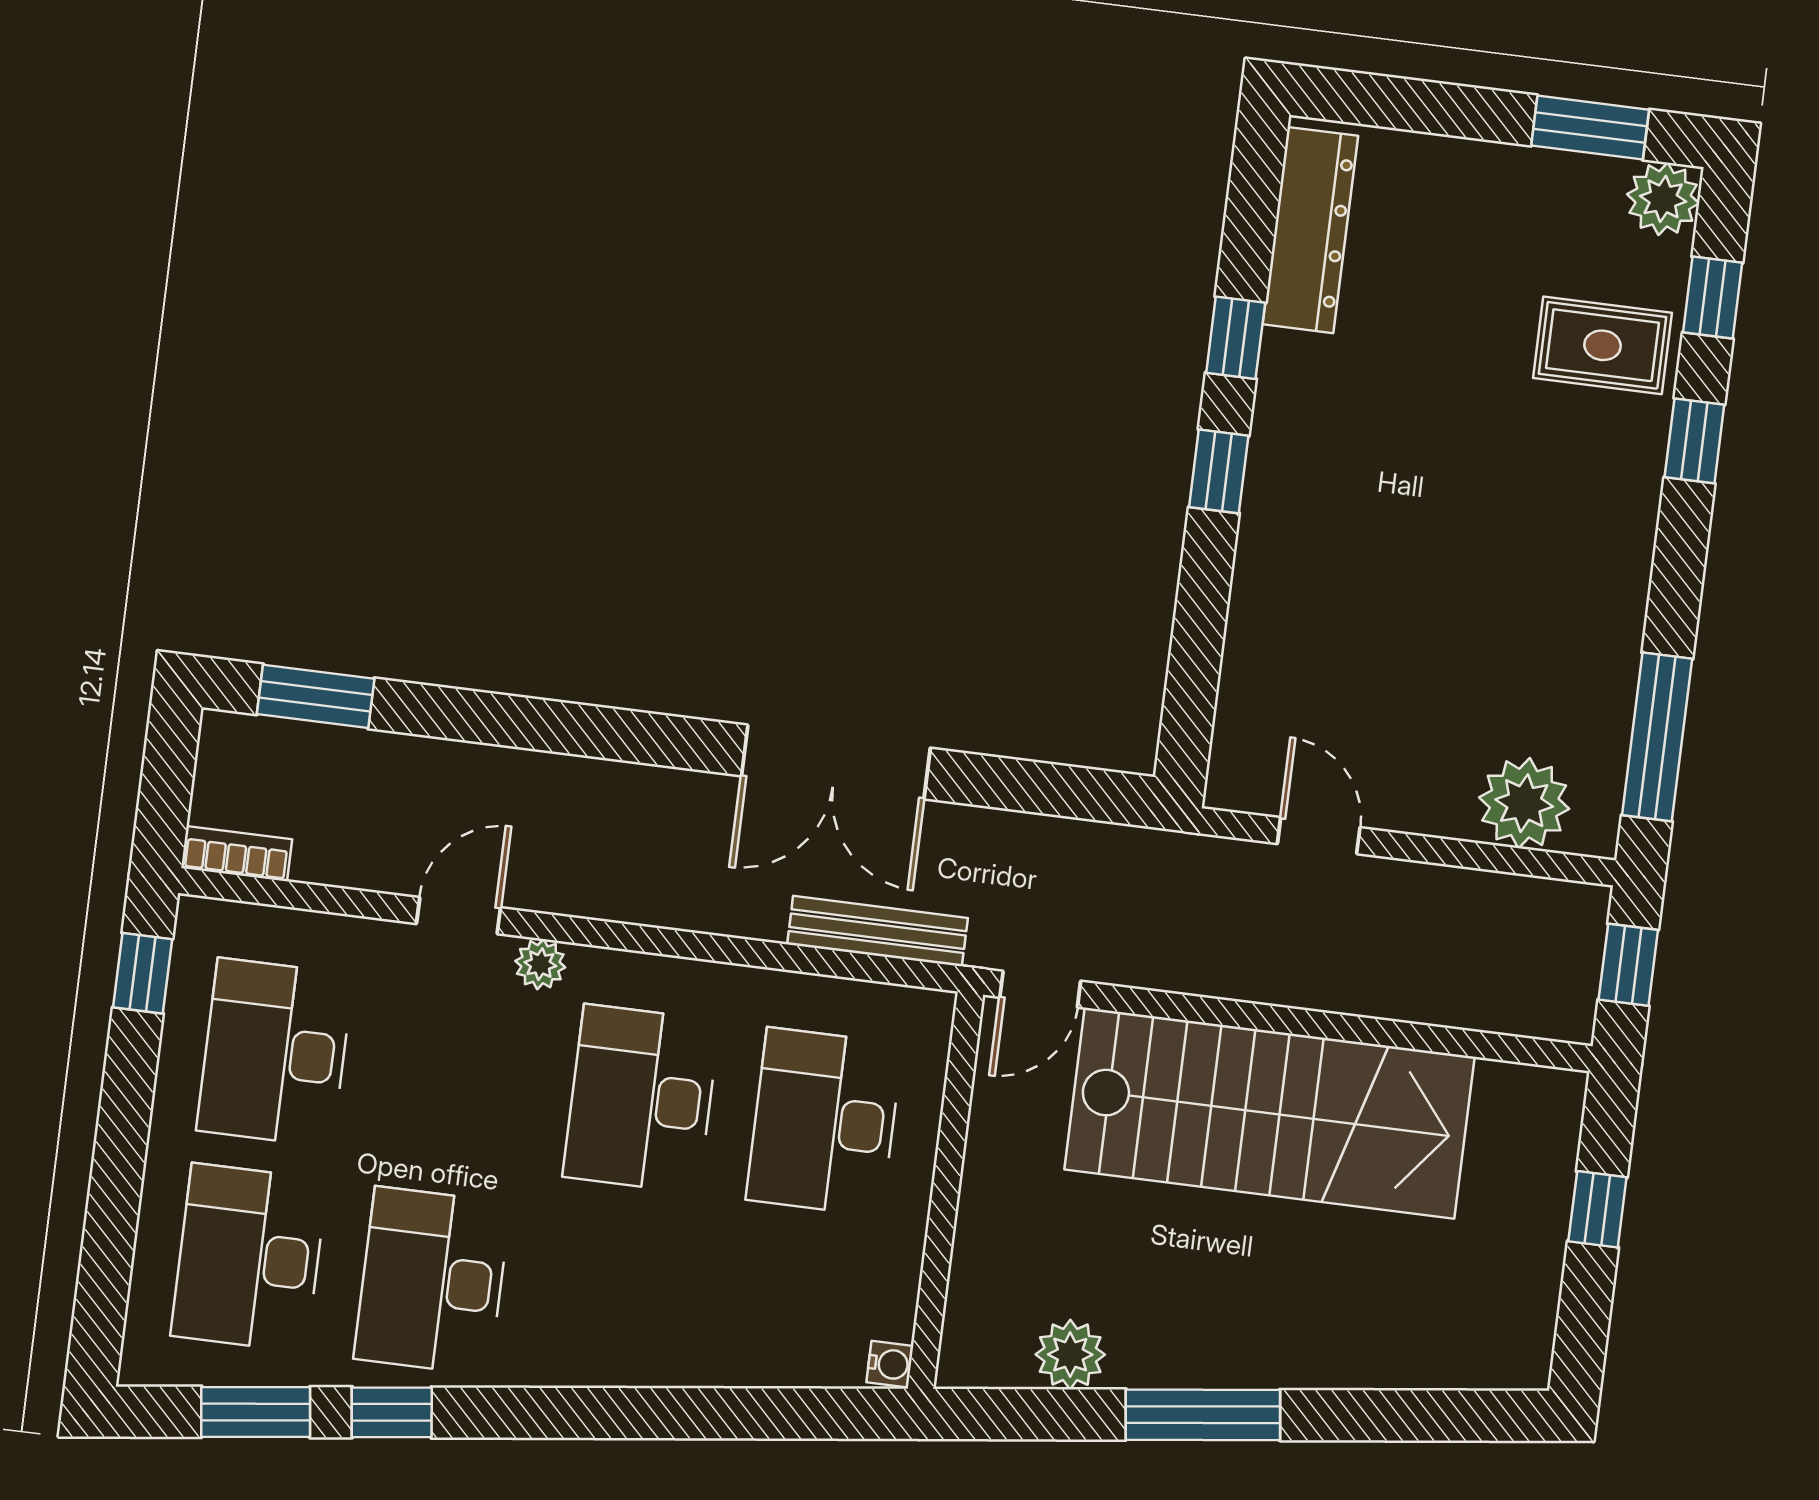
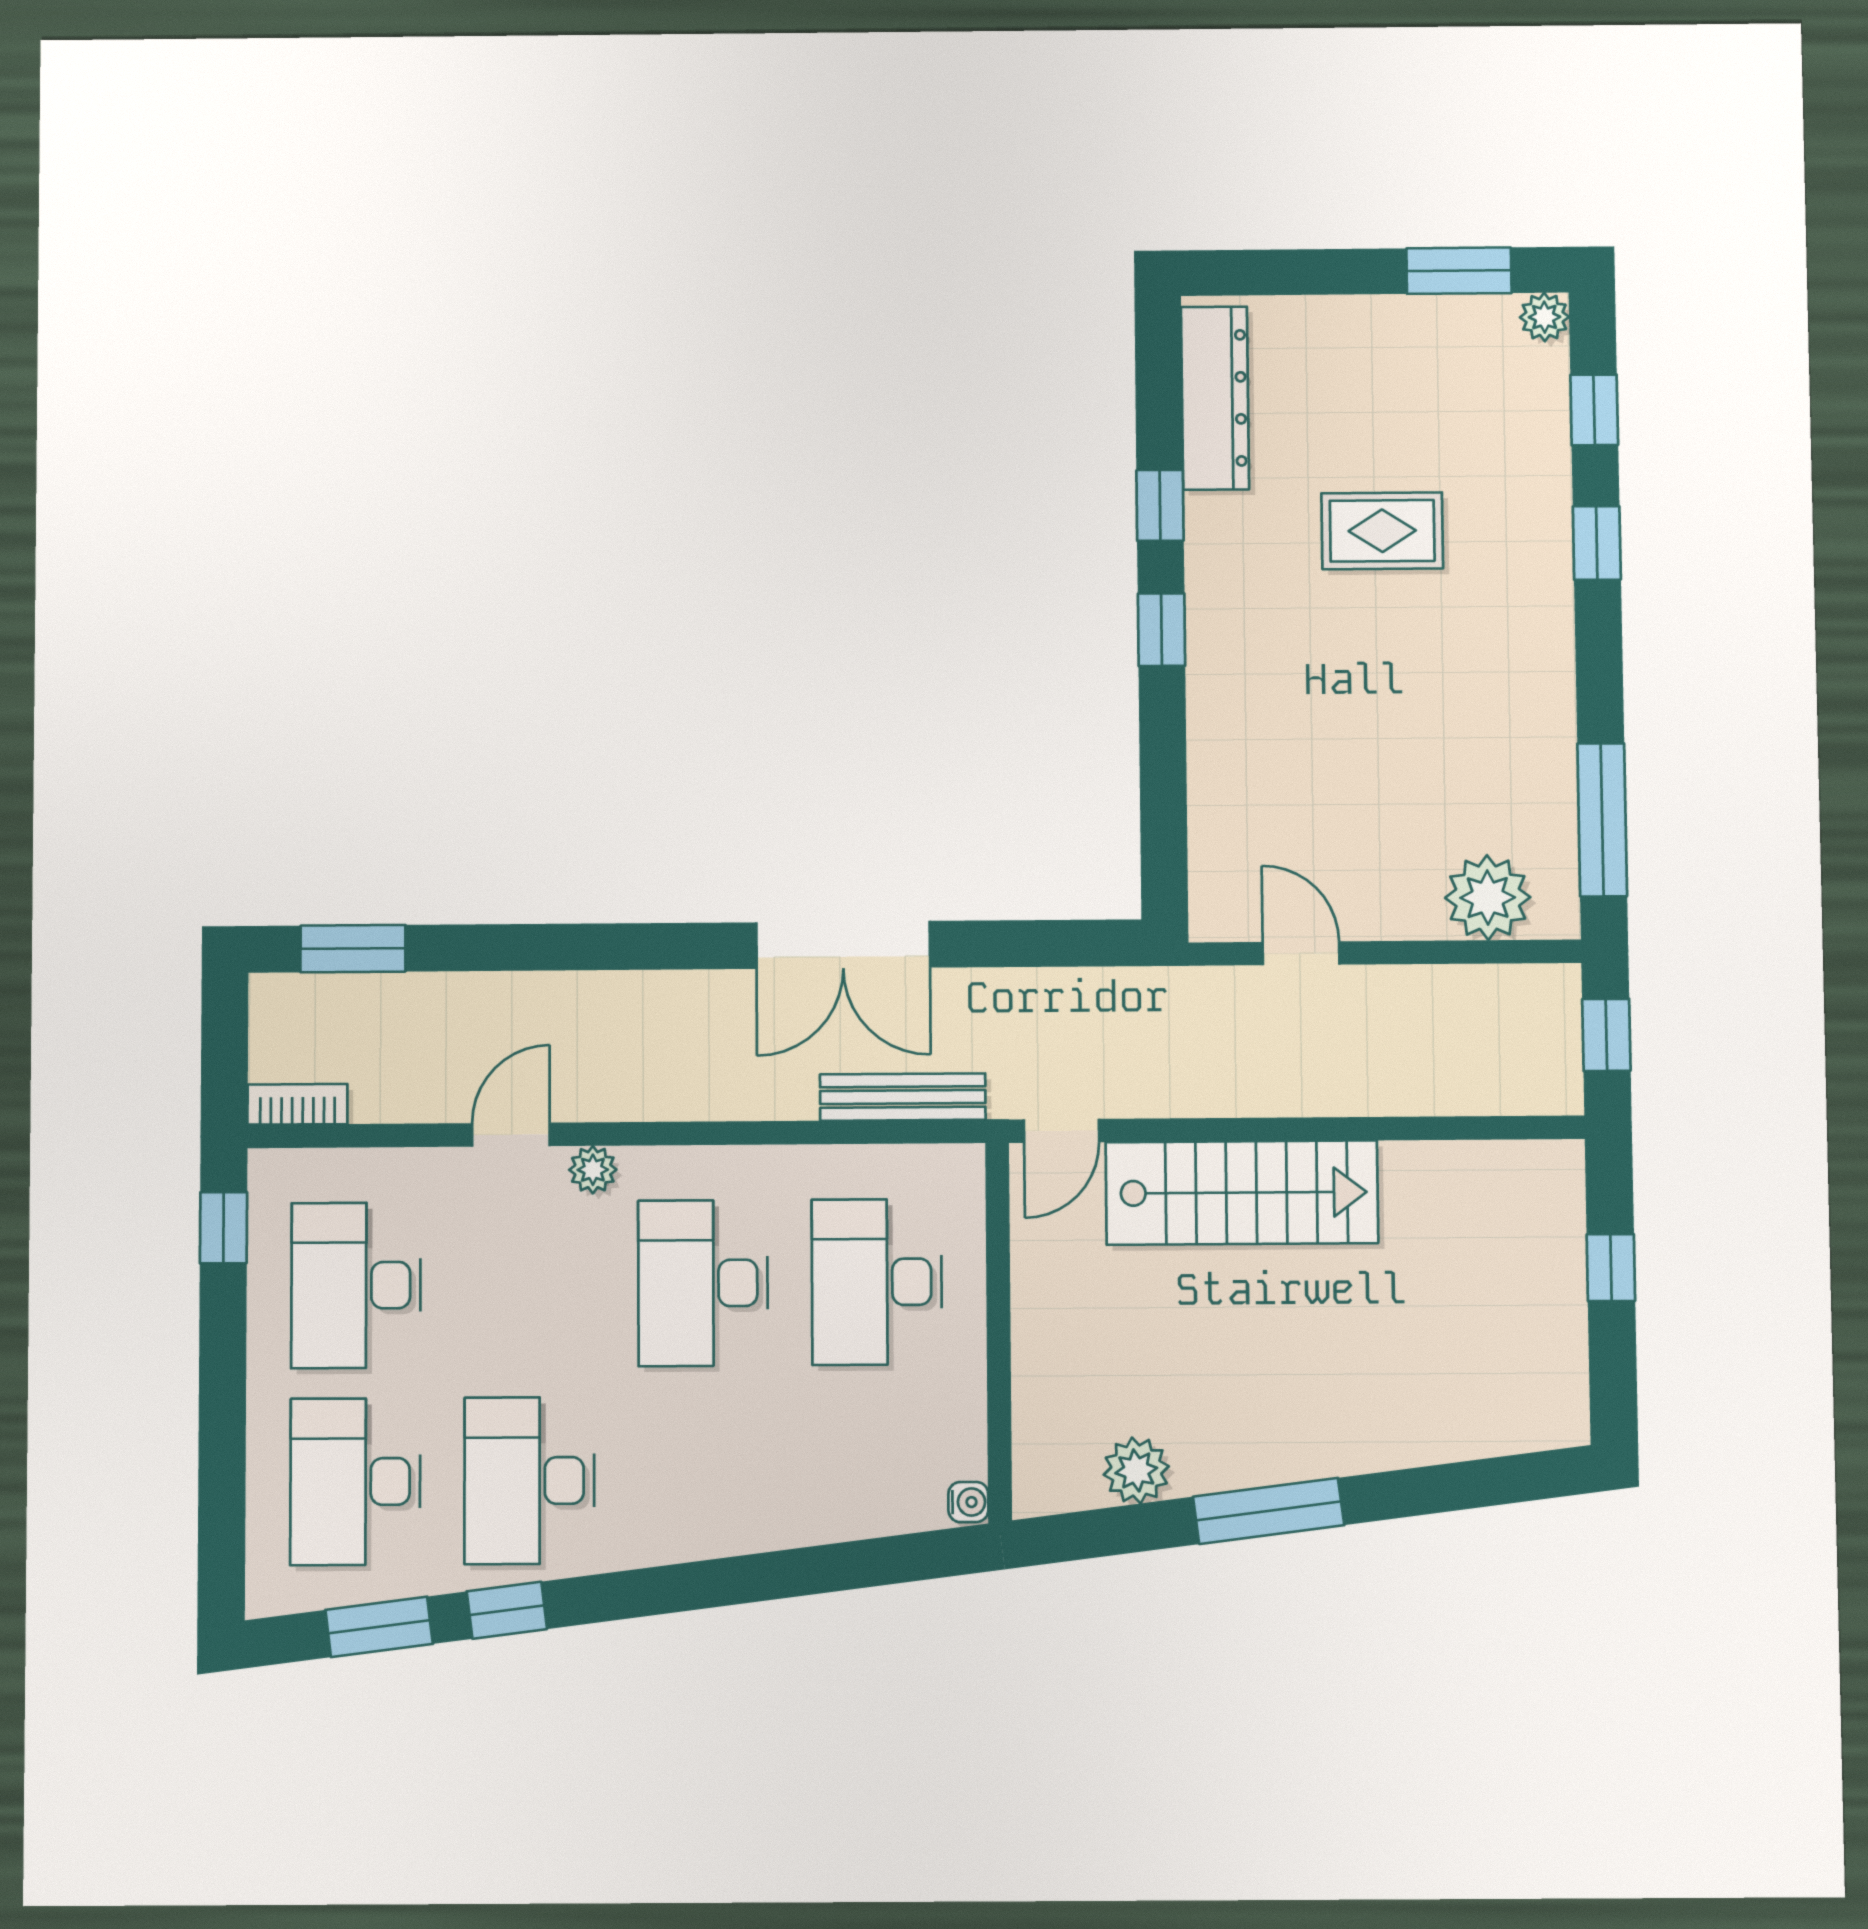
plant: (1663, 199) -> (1544, 317), width x0.73, depth x0.73
rug: (1602, 345) -> (1382, 531), moved
stairs: (1270, 1113) -> (1242, 1193), width x0.73, depth x0.66

